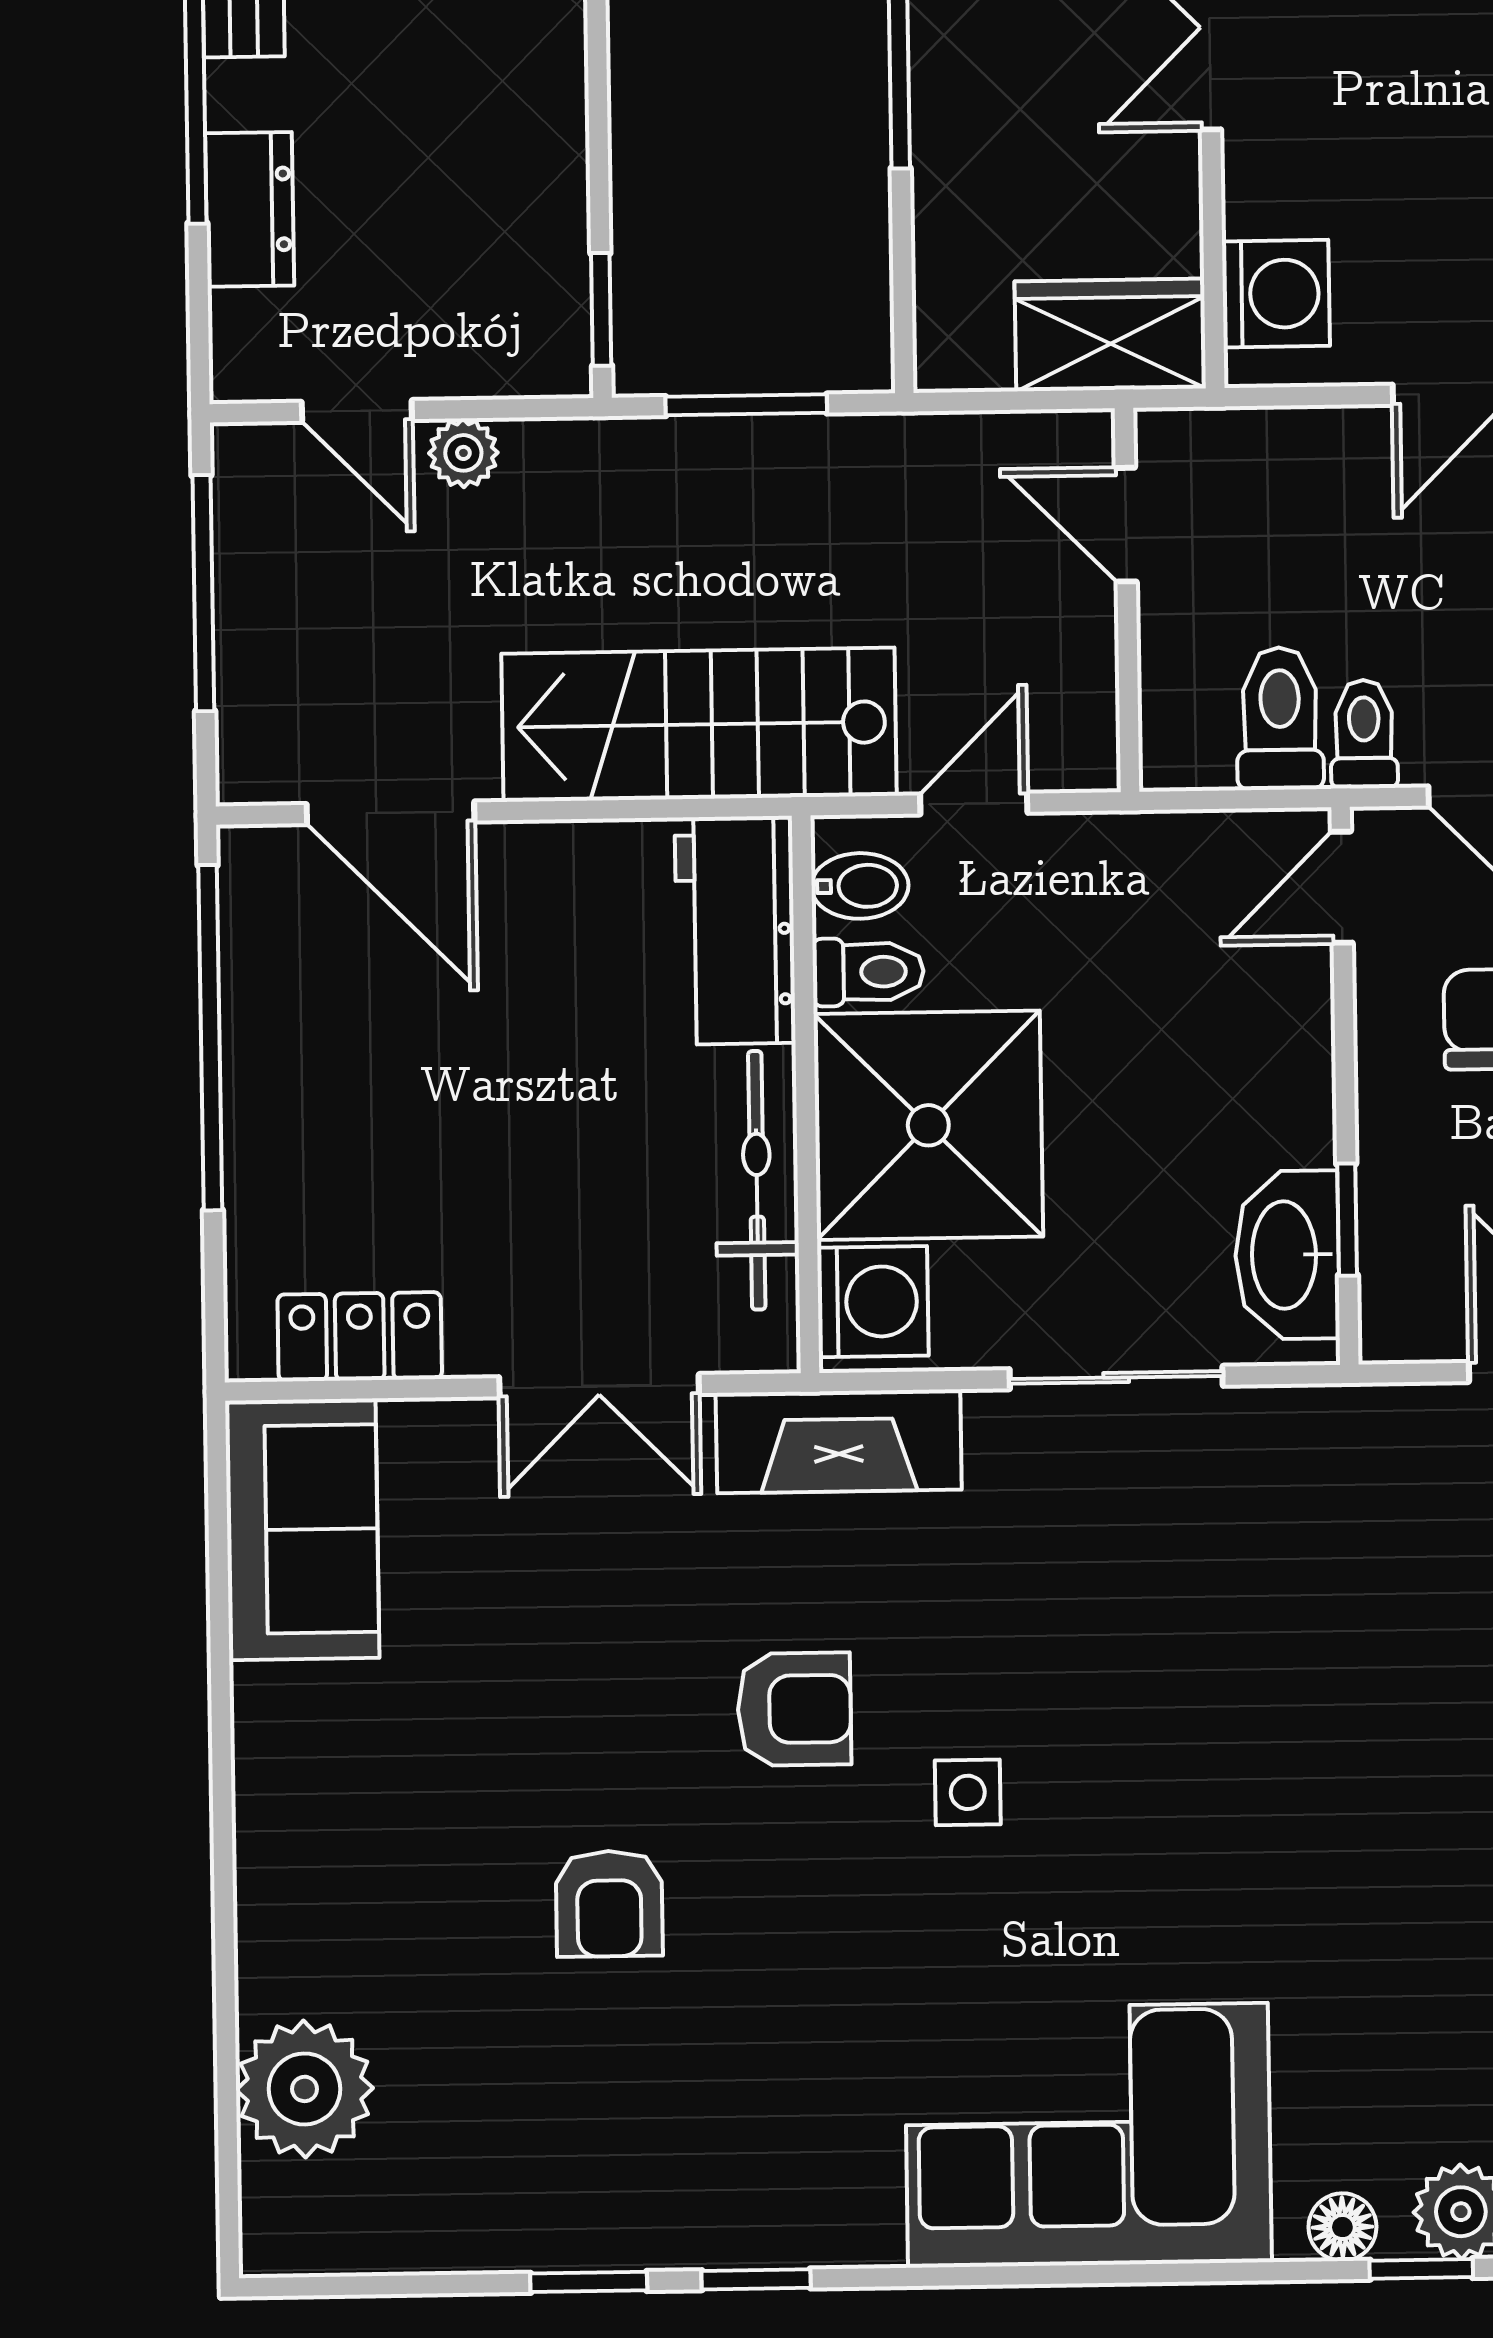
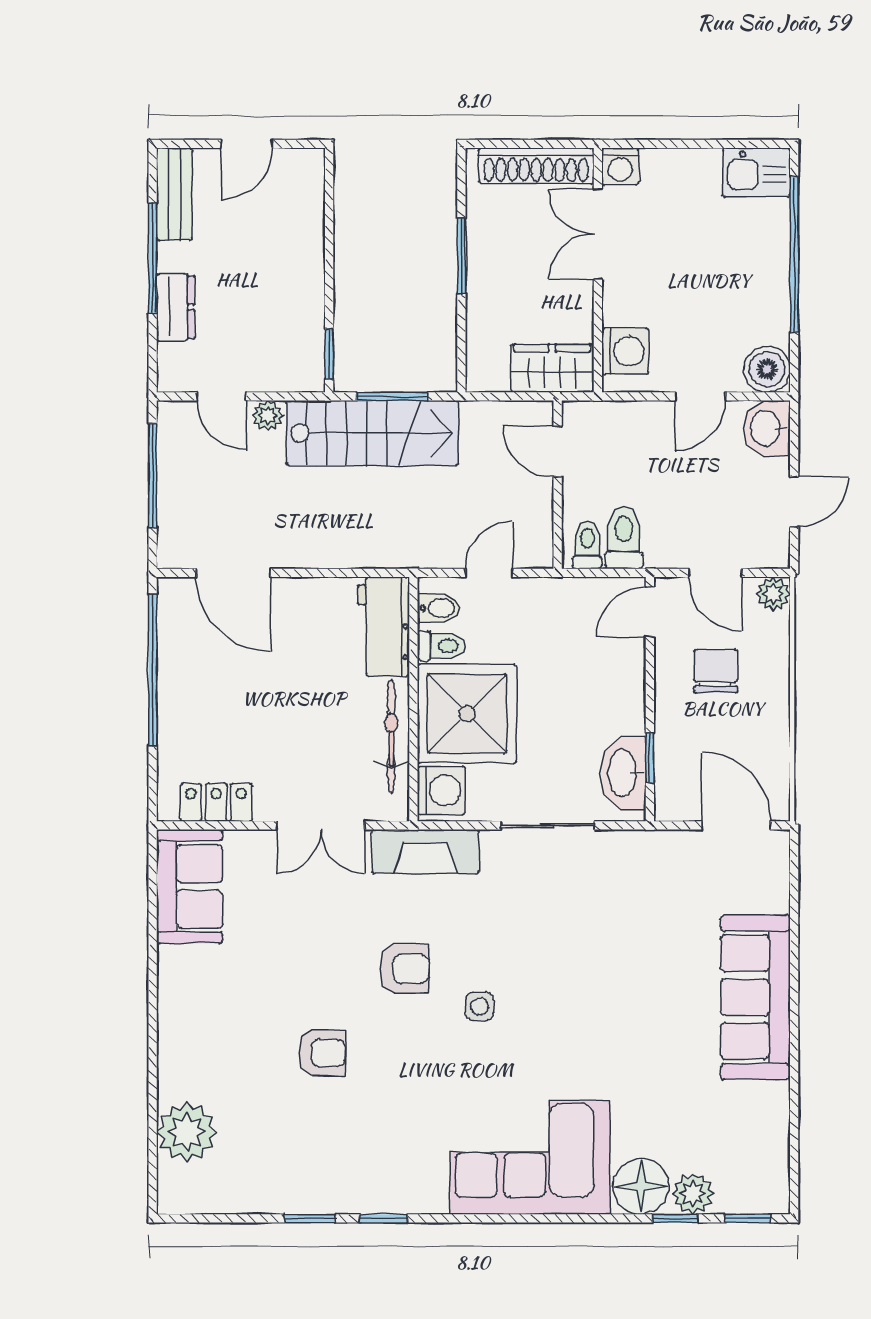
stairs: (699, 725) -> (372, 433), moved, turned 180
toilet: (1364, 734) -> (587, 545), moved
armchair: (609, 1904) -> (322, 1053), turned -89
floor lamp: (1342, 2227) -> (641, 1186), width x1.89, depth x1.89

